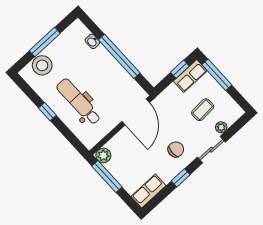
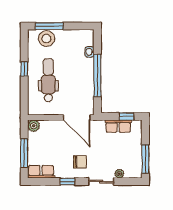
window: (45, 42) -> (49, 26), moved
window: (217, 75) -> (145, 159), moved
row of seats: (190, 76) -> (118, 126), moved
coffee table: (203, 110) -> (118, 153), removed
door: (136, 112) -> (77, 118), hinge flipped
window: (107, 176) -> (24, 153), moved

